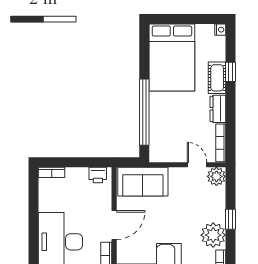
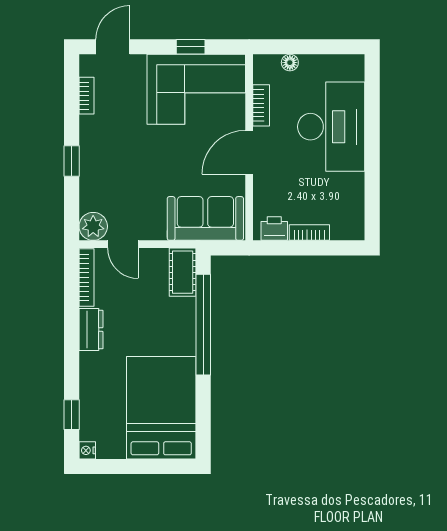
window: (231, 72) -> (72, 415), moved
cot: (217, 78) -> (183, 272), moved
bookcase: (52, 172) -> (309, 232), moved
plant: (213, 235) -> (98, 137), removed

